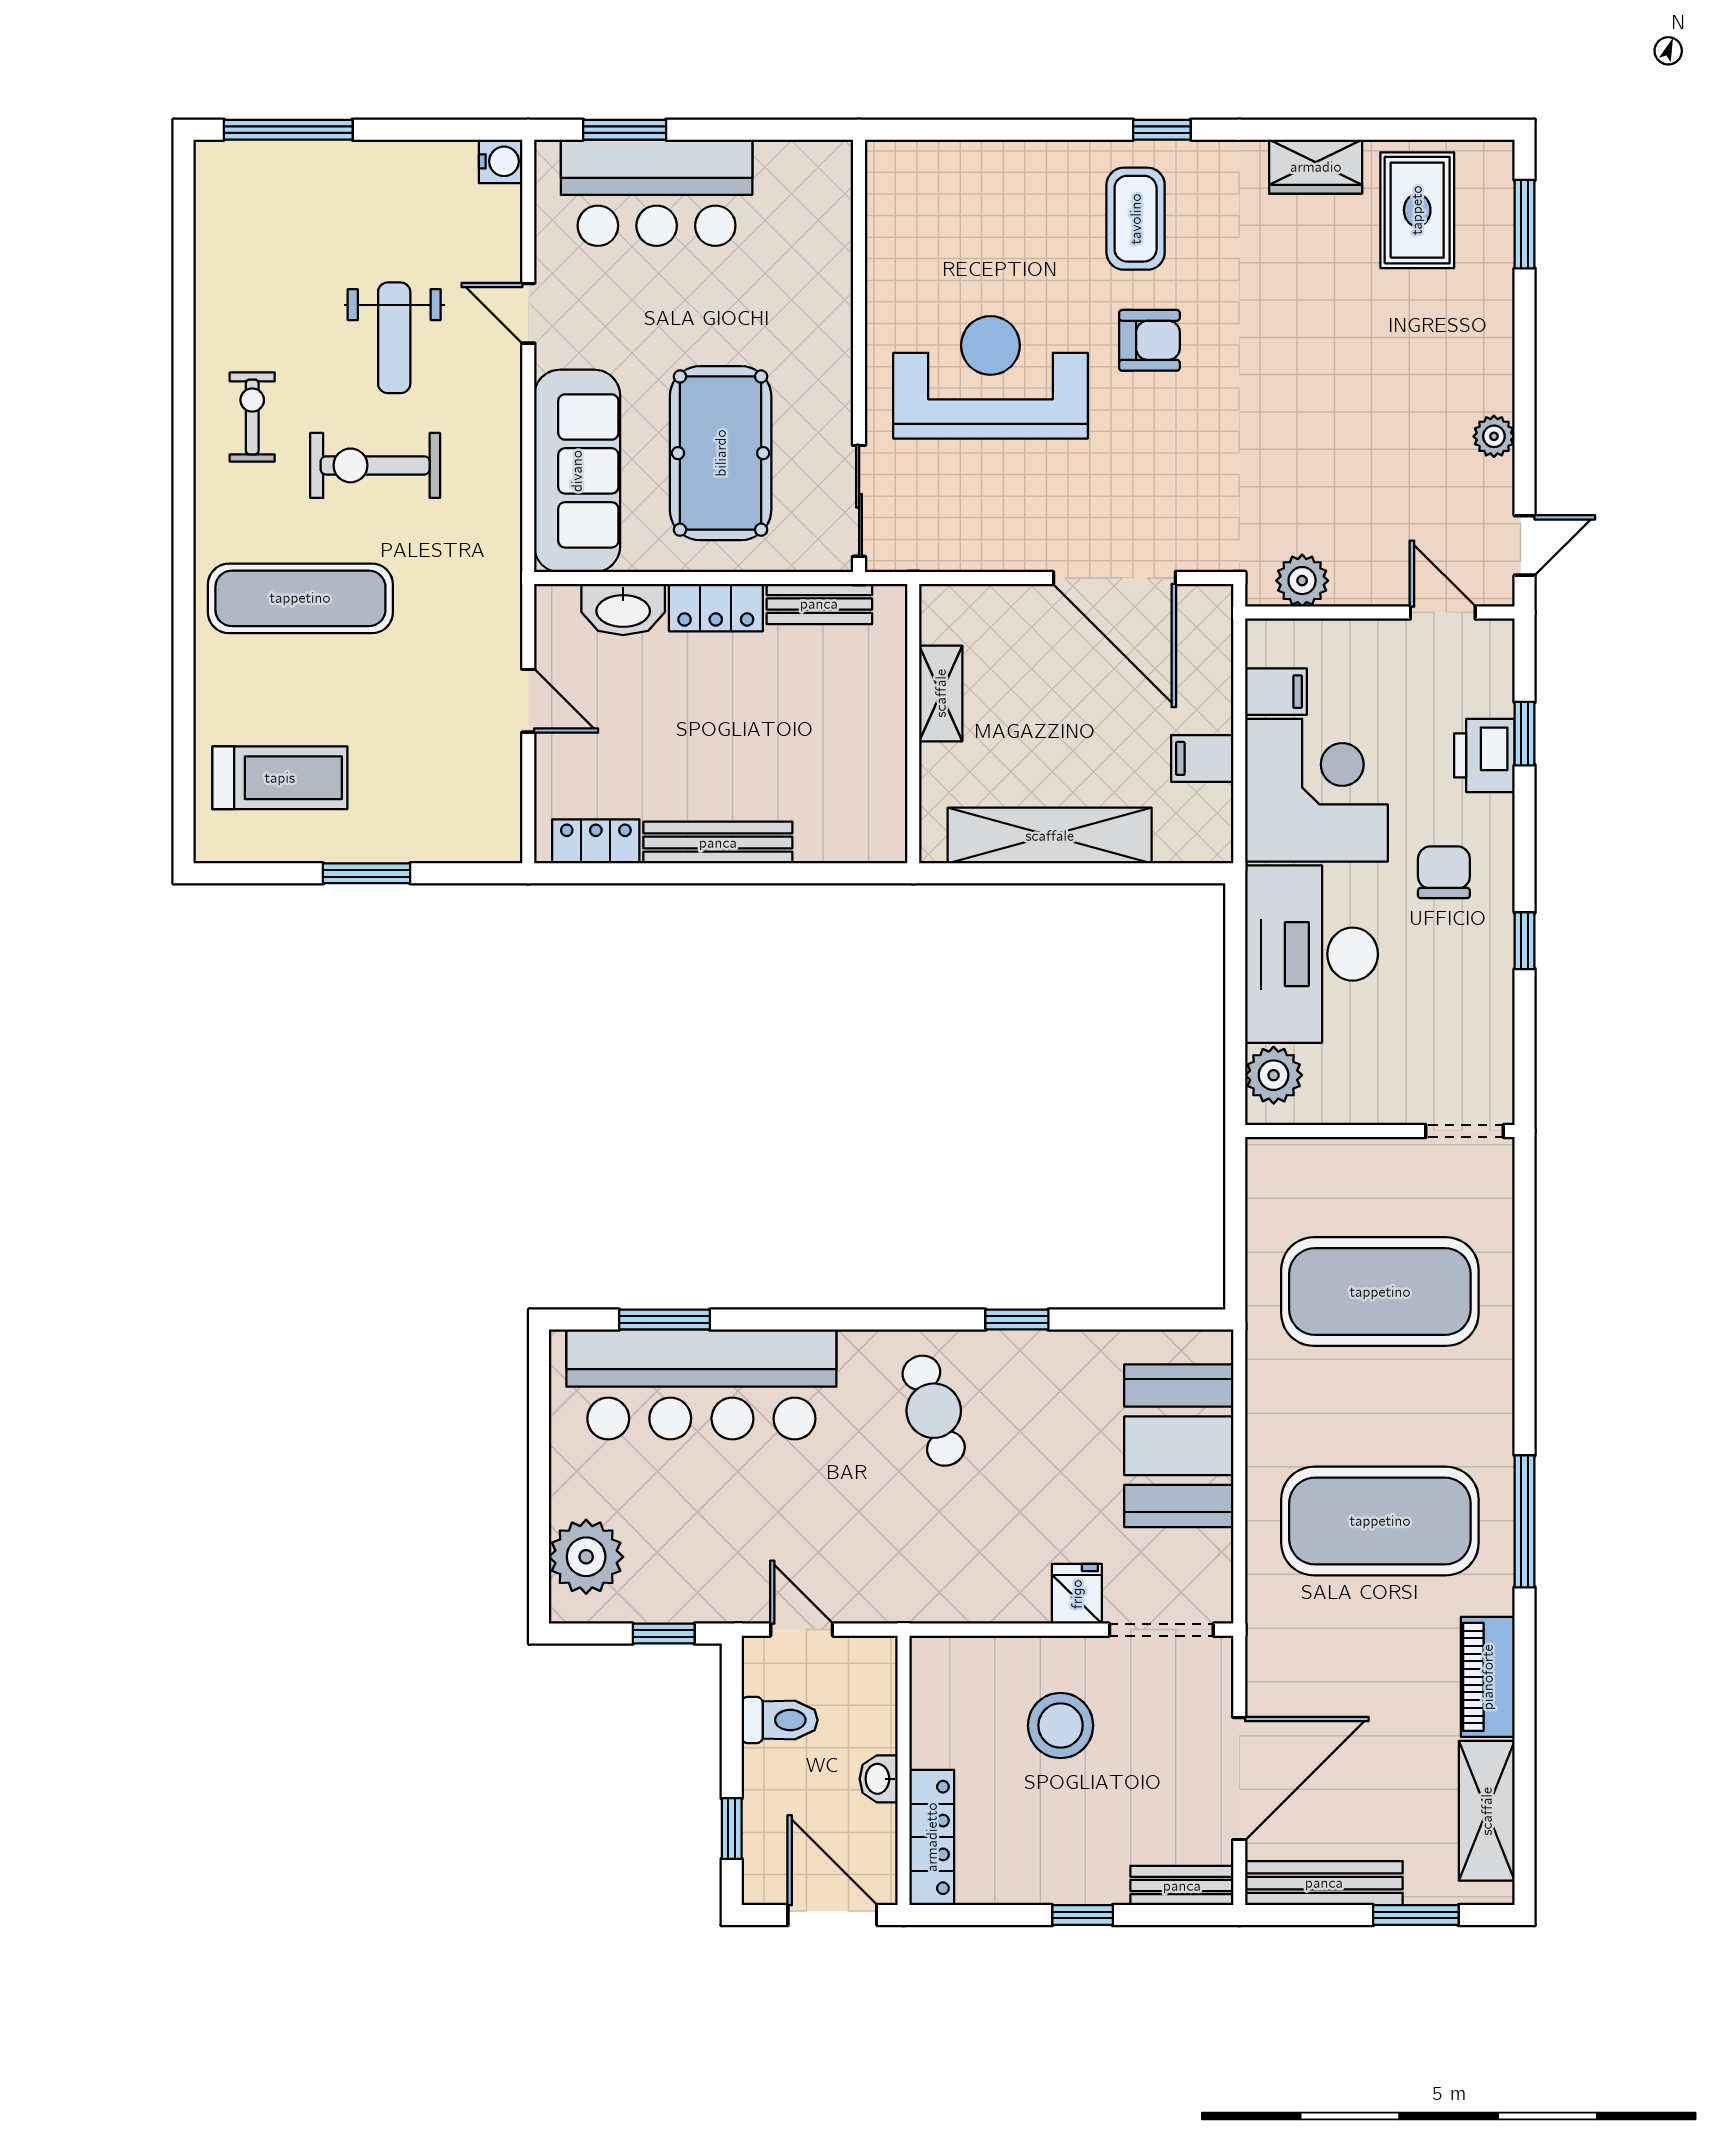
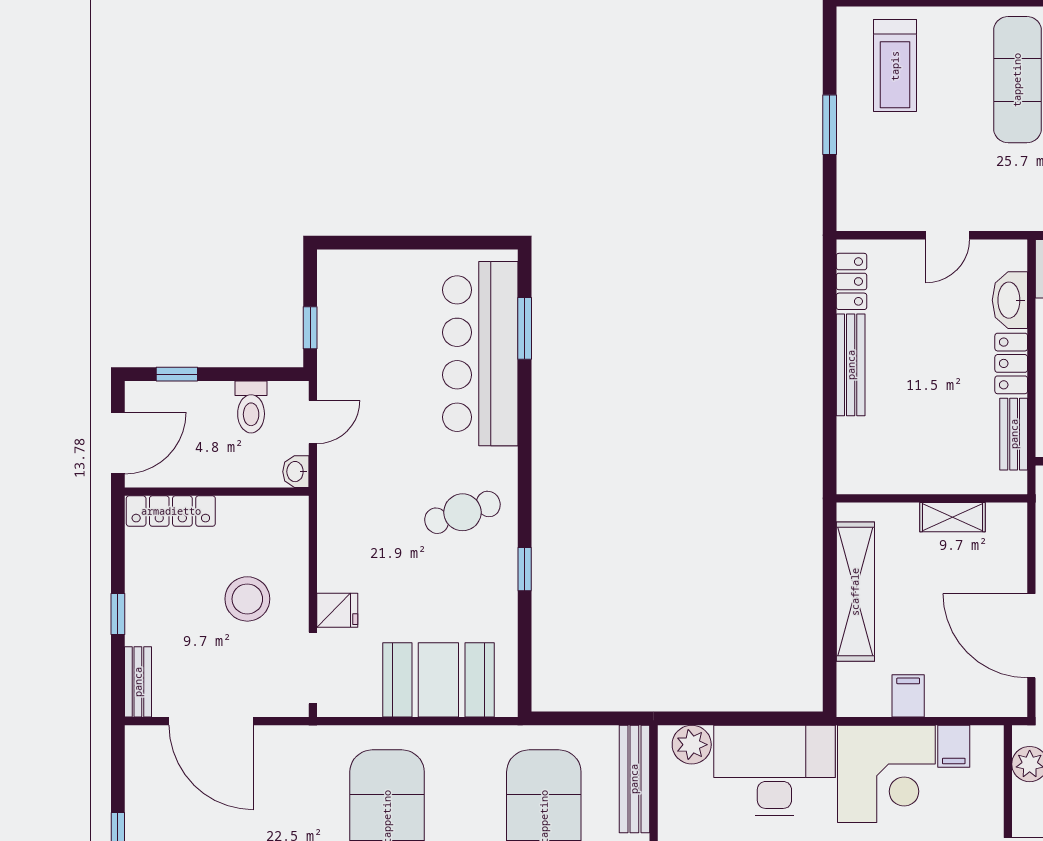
door: (1114, 578) -> (1031, 636), hinge flipped
plant: (586, 1557) -> (363, 275), removed
washbasin: (879, 1779) -> (296, 472), moved, turned -90
bench: (1324, 1883) -> (634, 779), moved

